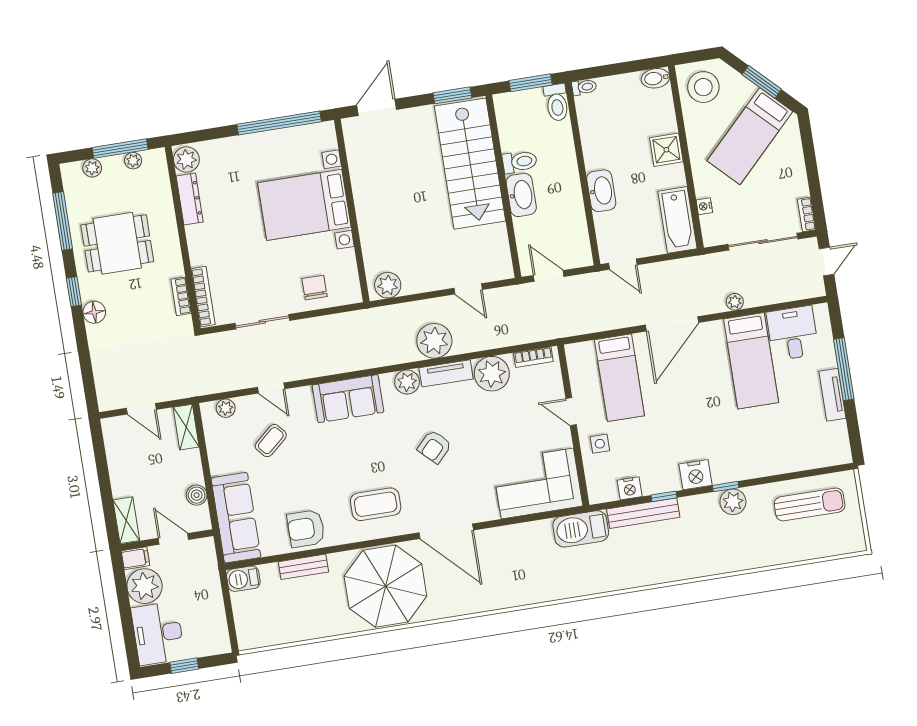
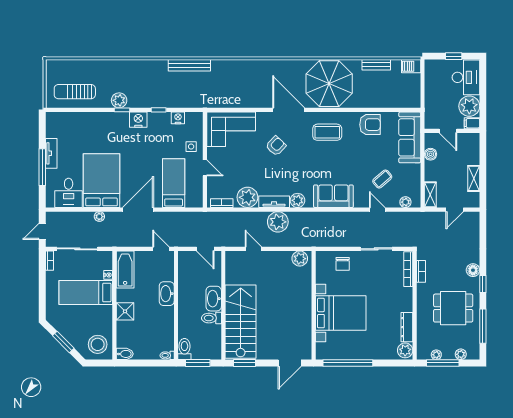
bed: (750, 136) -> (86, 293), moved, turned -135
bed: (751, 361) -> (101, 181), width x1.50
door: (141, 409) -> (455, 210), swing flipped
armchair: (434, 447) -> (276, 146), moved
bench: (643, 513) -> (189, 65), moved
shelving: (126, 520) -> (474, 178), moved
barbecue: (581, 529) -> (210, 99), removed
bench: (303, 567) -> (376, 65), moved
barbecue: (243, 579) -> (411, 66), moved, turned 180

